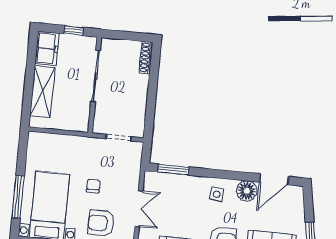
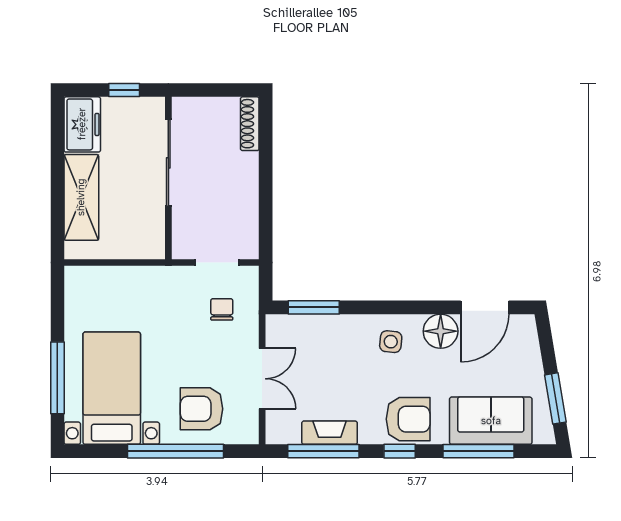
chair: (93, 186) -> (222, 309), moved

